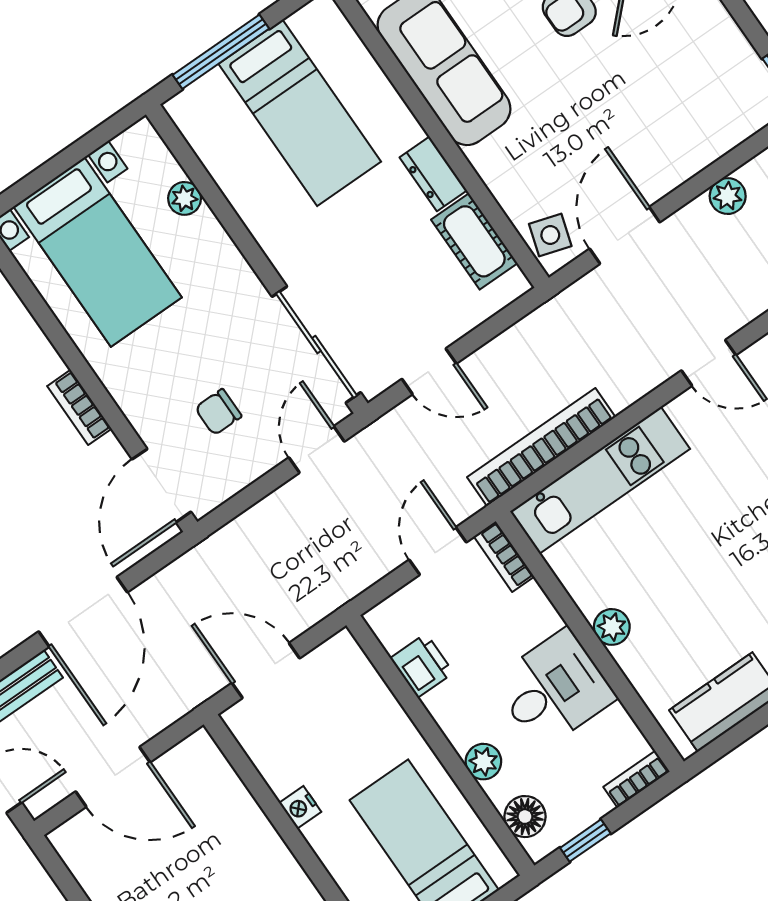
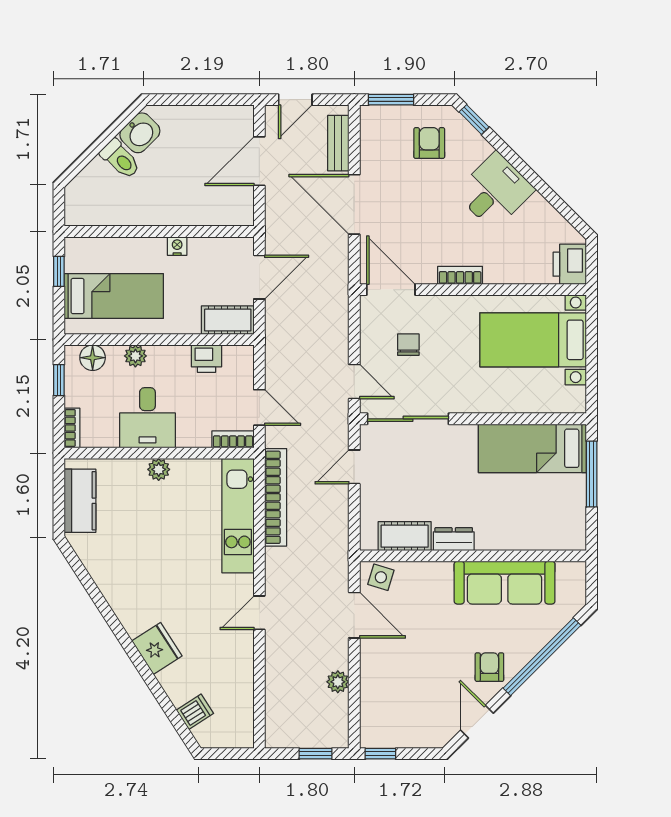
bed: (300, 113) -> (532, 448), moved
plant: (185, 198) -> (530, 403), removed
cot: (351, 673) -> (228, 320), added

